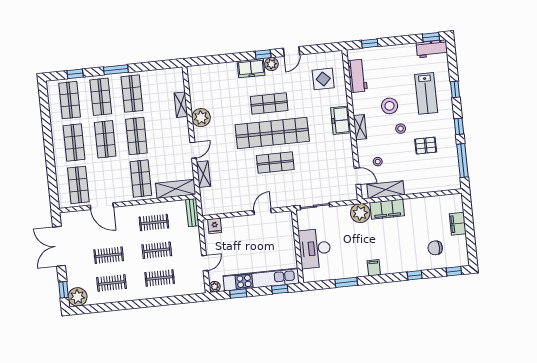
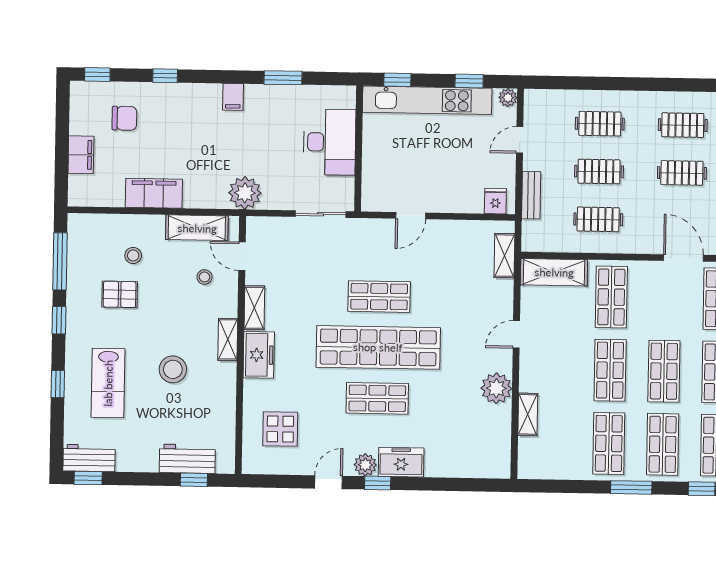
workbench: (357, 76) -> (187, 459), moved, turned 90
lab bench: (426, 93) -> (108, 383), turned 180
stool: (401, 129) -> (133, 255), moved
shelving: (347, 147) -> (254, 308), added
shelving: (203, 174) -> (504, 256), moved
filing cabinet: (387, 209) -> (154, 193), moved
bench: (192, 213) -> (531, 195), moved

